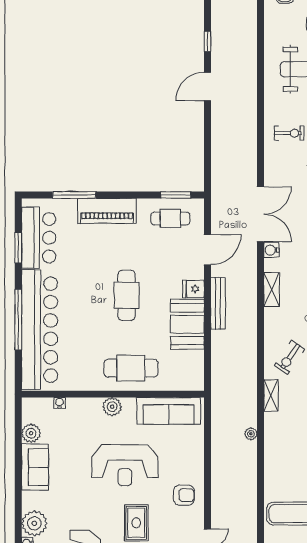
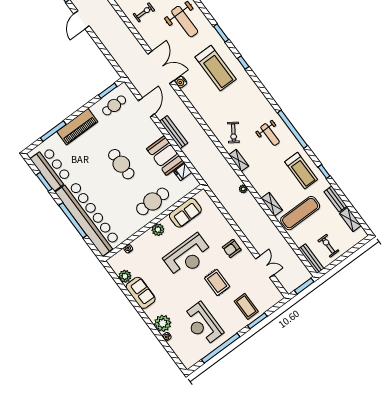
fridge: (194, 289) -> (183, 172), moved
shelving: (272, 290) -> (272, 204), moved
sofa: (169, 411) -> (185, 213), width x0.73
armchair: (184, 495) -> (232, 249), turned 180

